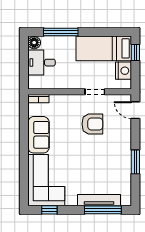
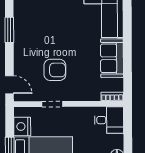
desk: (41, 63) -> (109, 120), moved
armchair: (92, 124) -> (55, 70), turned 180

